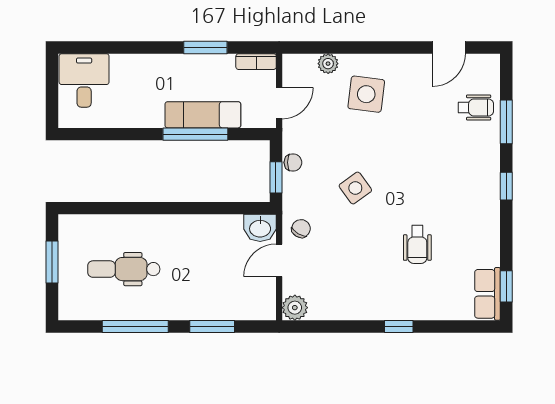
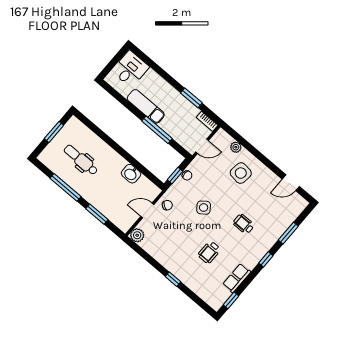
wheelchair: (476, 108) -> (244, 224), moved, turned 180
exam couch: (203, 115) -> (146, 106), moved
washbasin: (260, 228) -> (131, 174), moved
row of seats: (488, 294) -> (237, 278), moved

